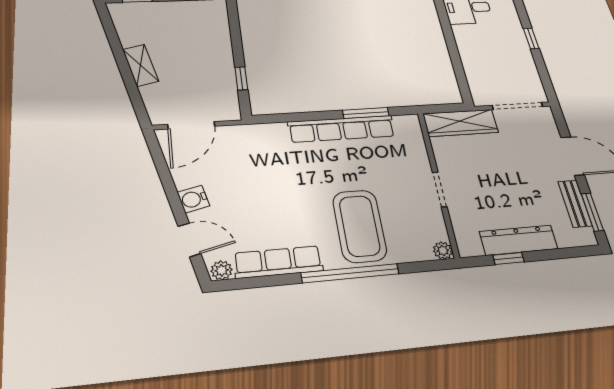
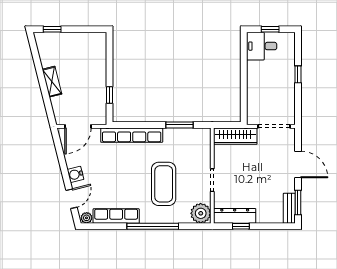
row of seats: (342, 129) -> (132, 135), moved
bench: (575, 204) -> (289, 208), moved
coffee table: (360, 226) -> (164, 184), moved
door: (189, 240) -> (72, 199), hinge flipped
dresser: (519, 240) -> (235, 216), moved
plant: (443, 251) -> (201, 213), width x1.88, depth x1.88

